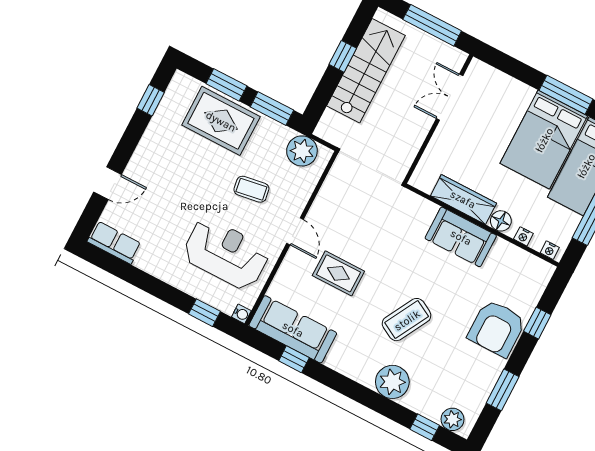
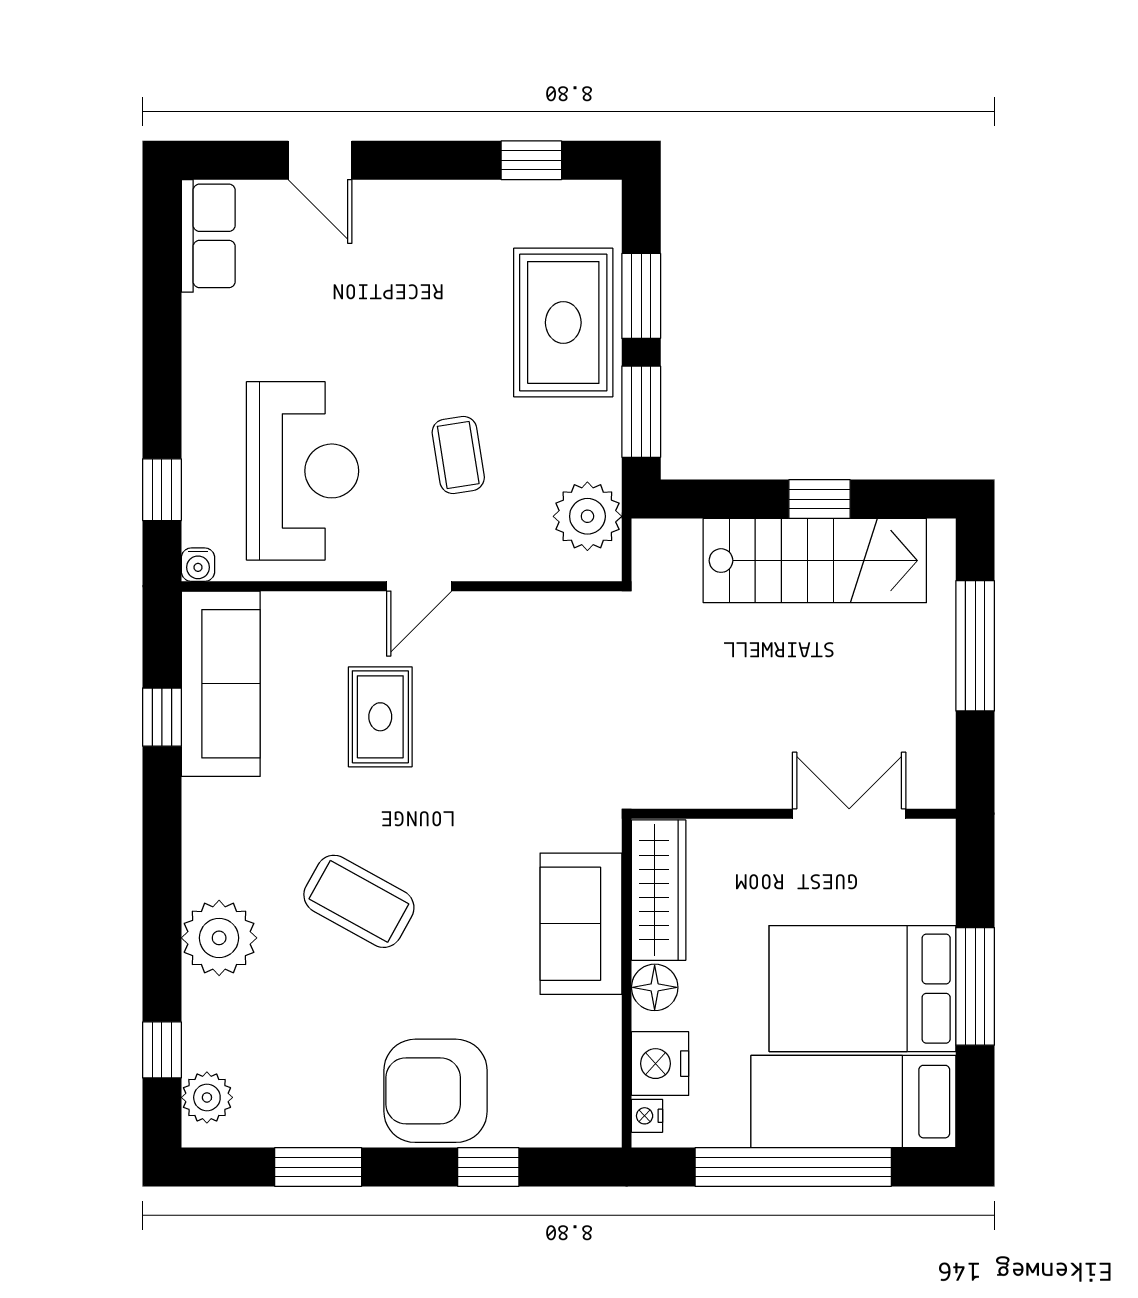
double door: (450, 97) -> (849, 814), moved
wall: (438, 119) -> (794, 814), moved
nightstand: (523, 236) -> (660, 1064), width x1.89, depth x1.79

